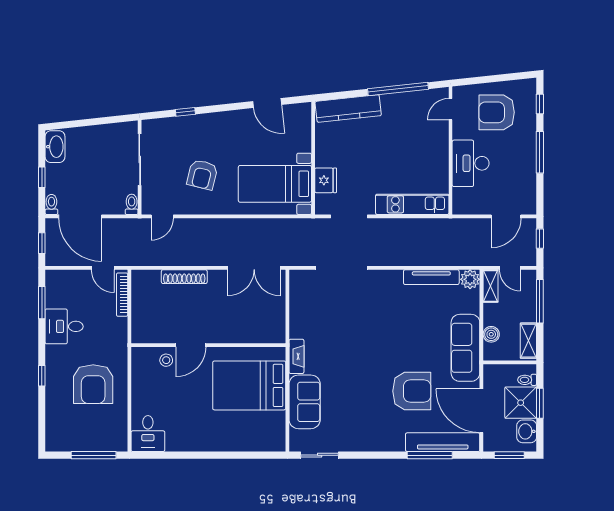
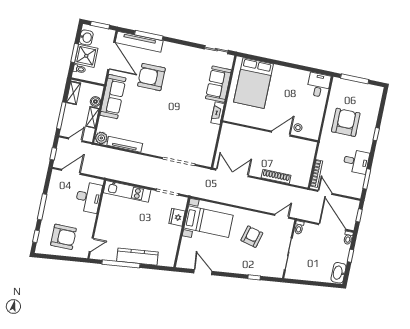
kitchen counter: (348, 109) -> (137, 257), moved
desk: (471, 163) -> (88, 197), moved
door: (510, 268) -> (75, 140), hinge flipped
shelving: (491, 286) -> (93, 117), moved
bed: (249, 385) -> (253, 83), moved, turned 90

